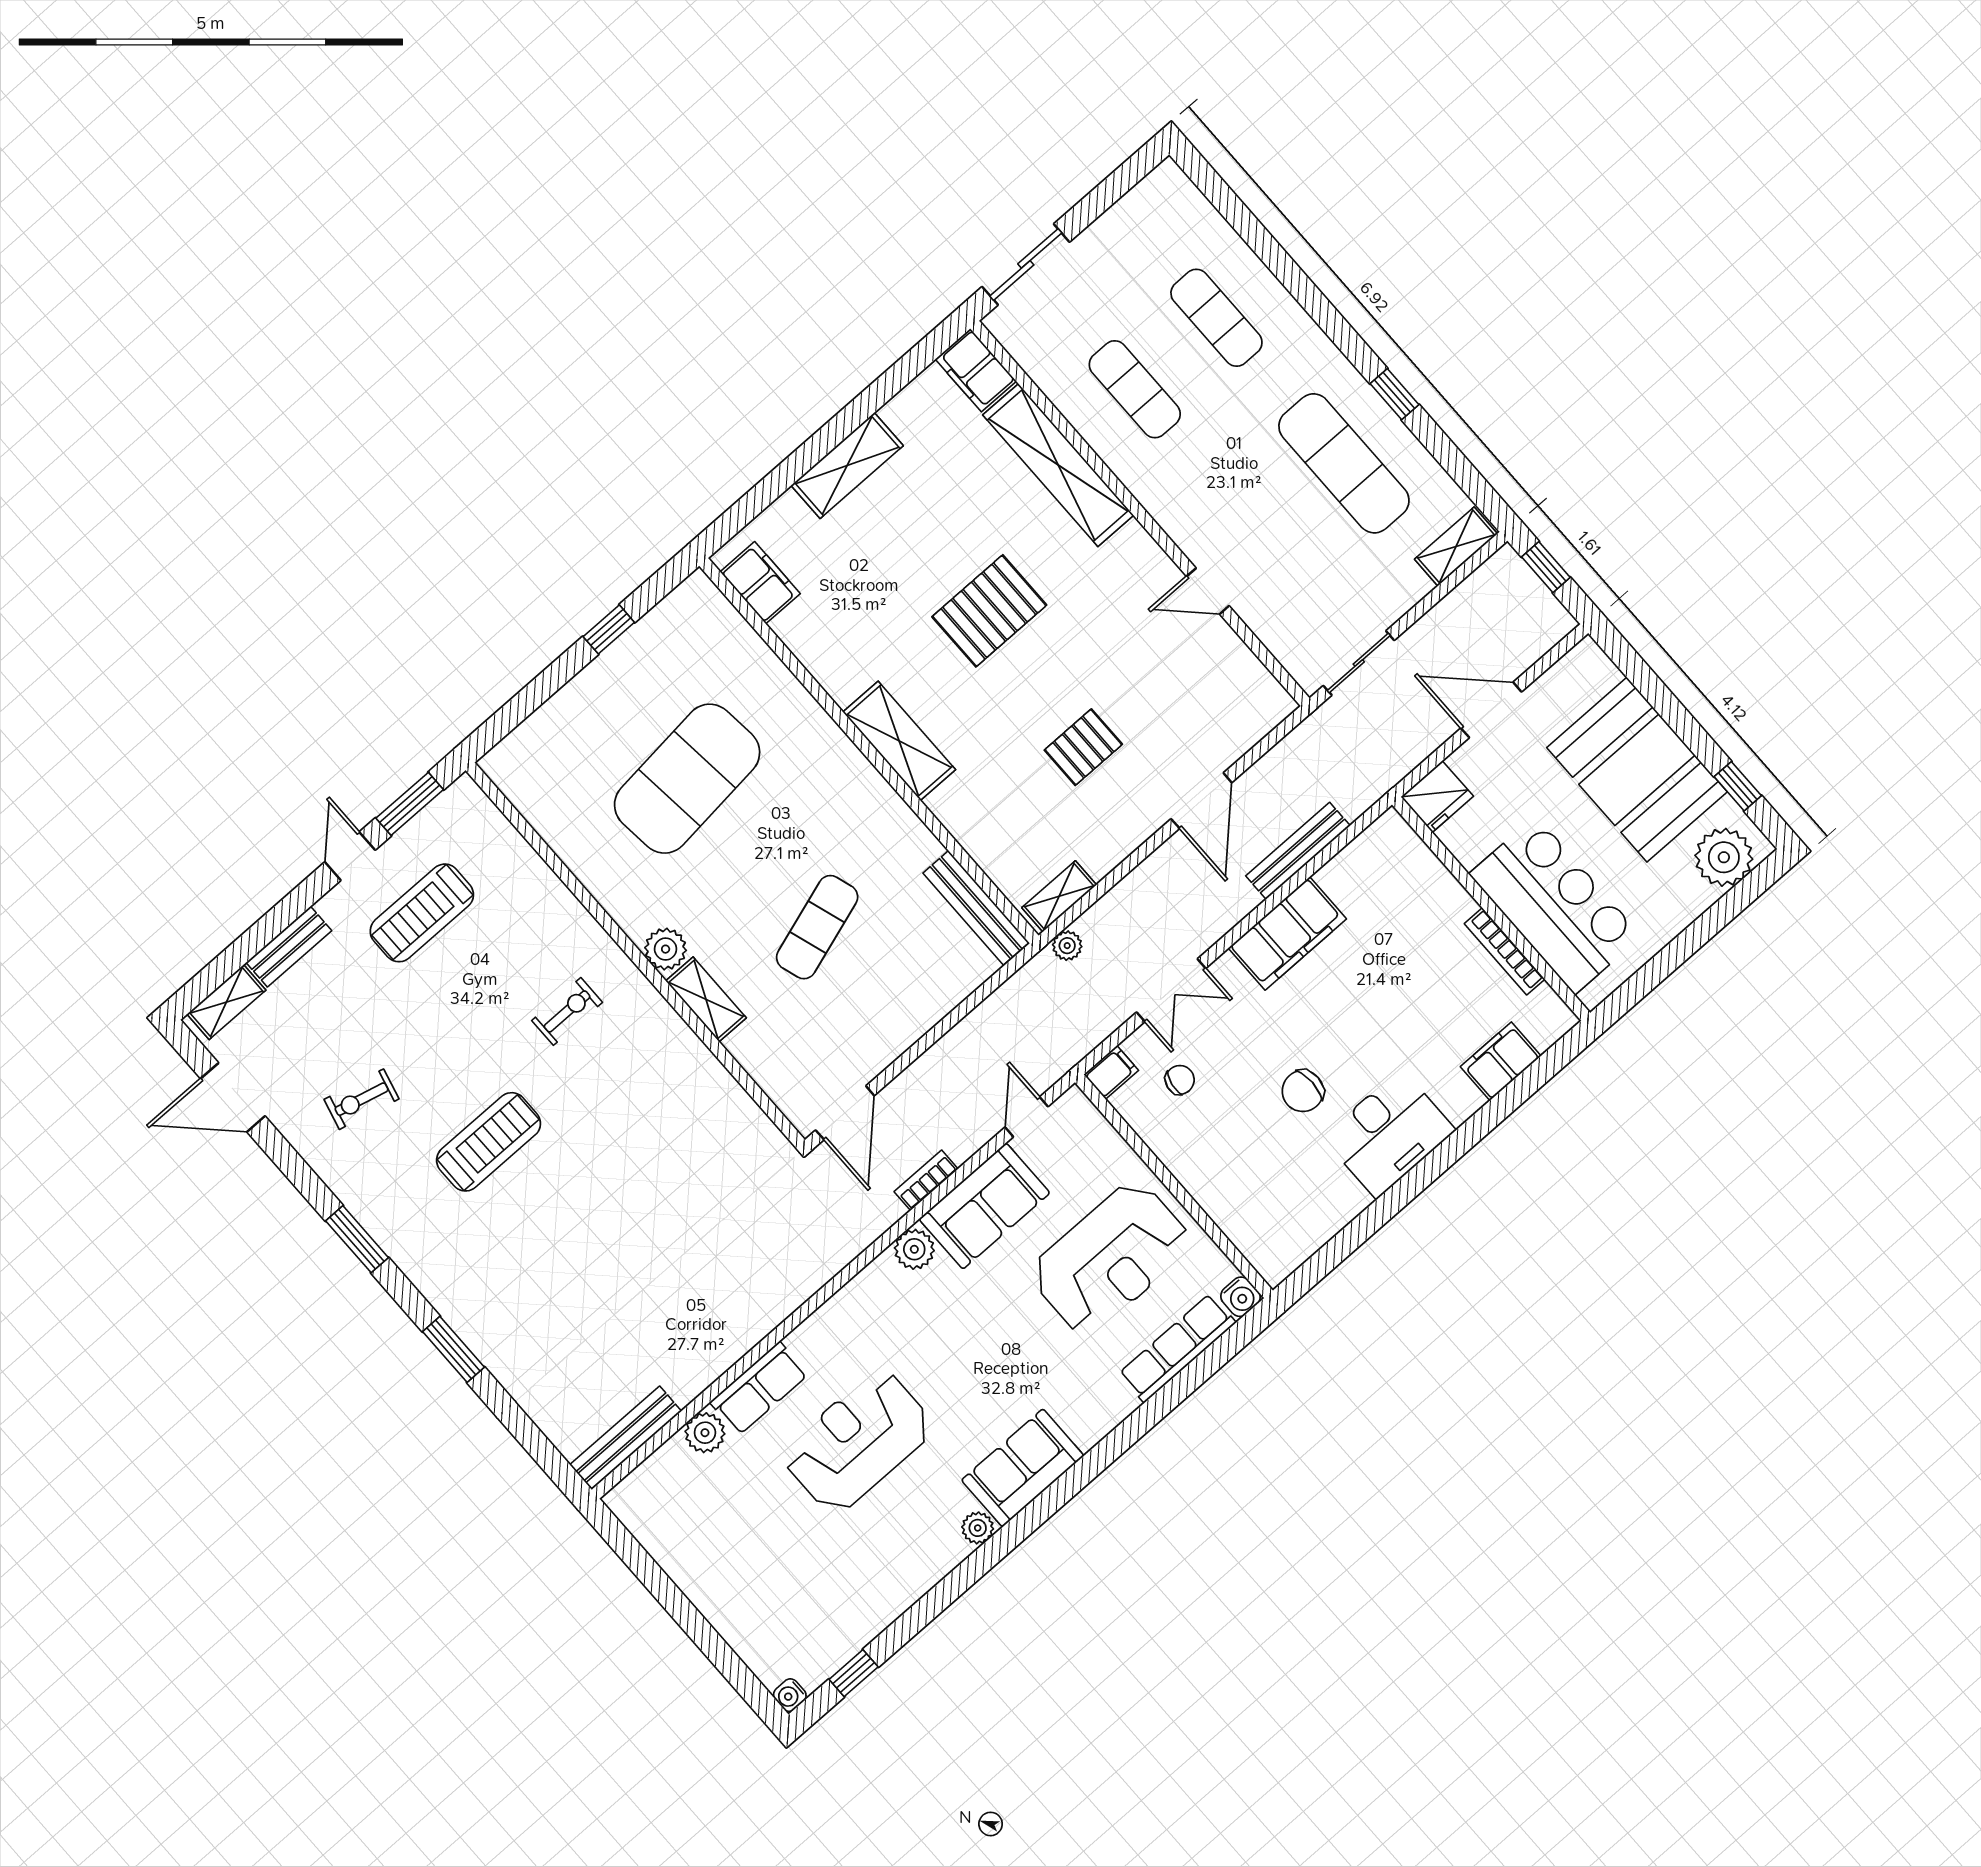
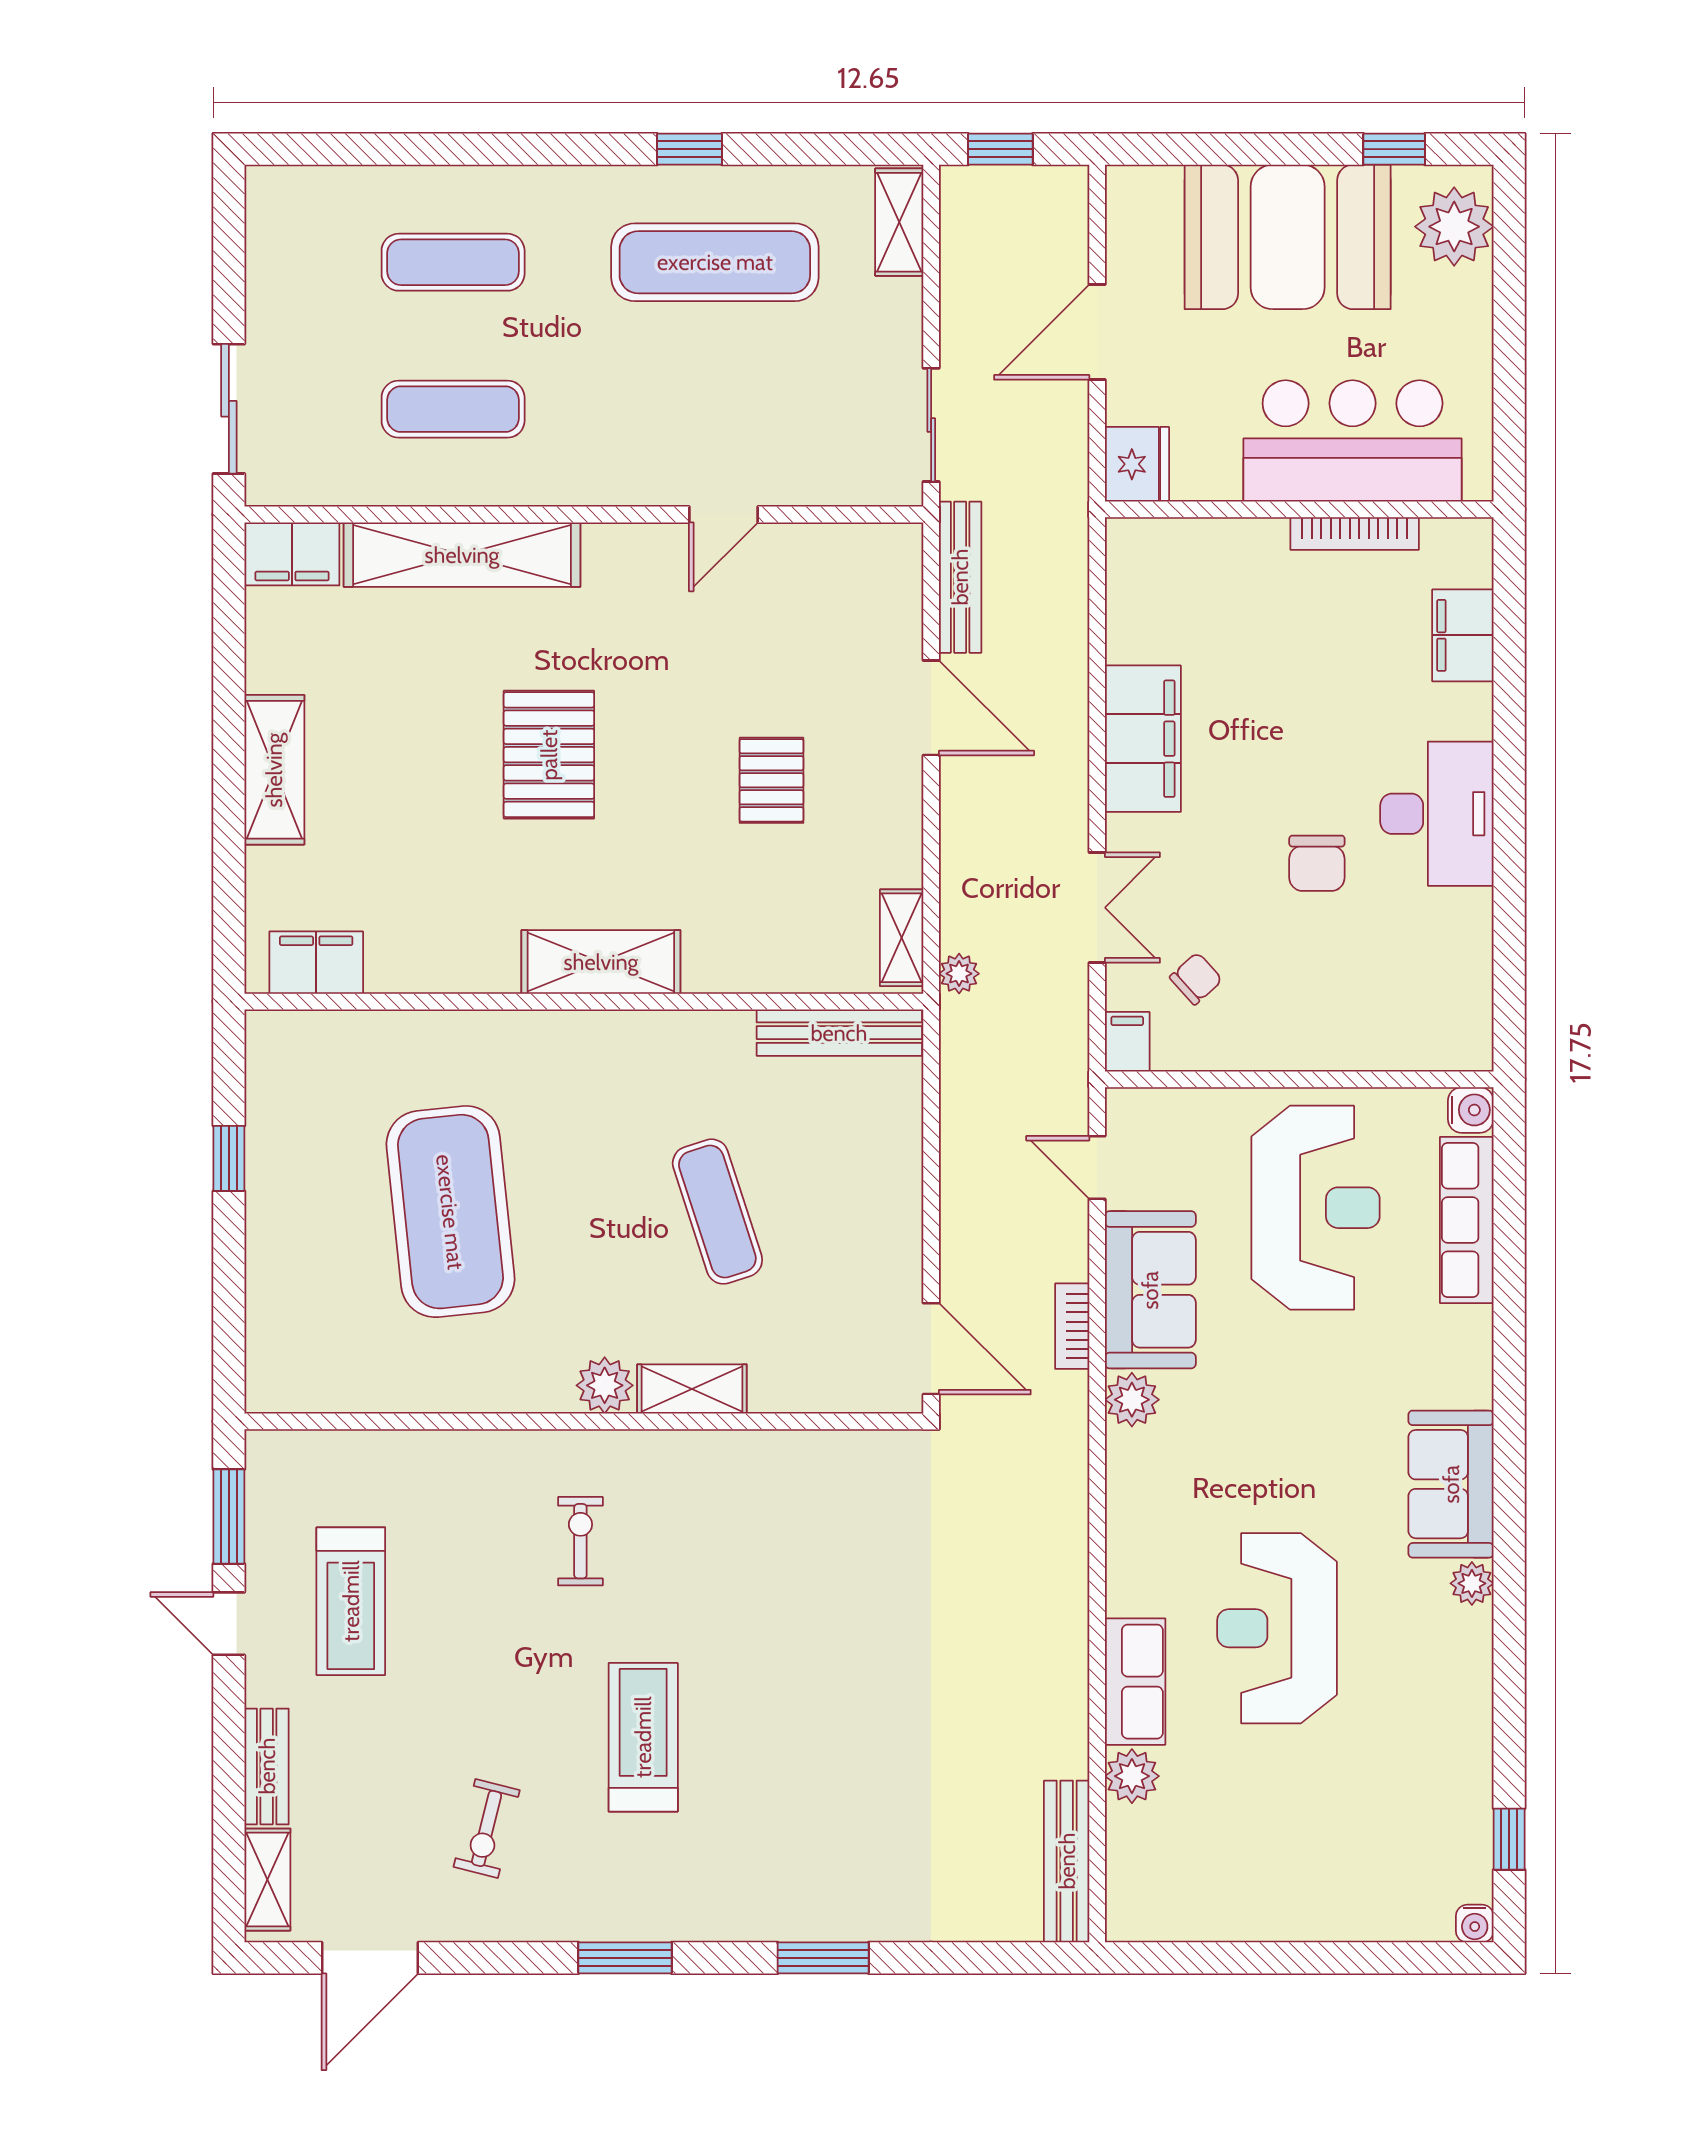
bench: (1298, 851) -> (960, 577), moved
chair: (1180, 1080) -> (1196, 979), turned 38

